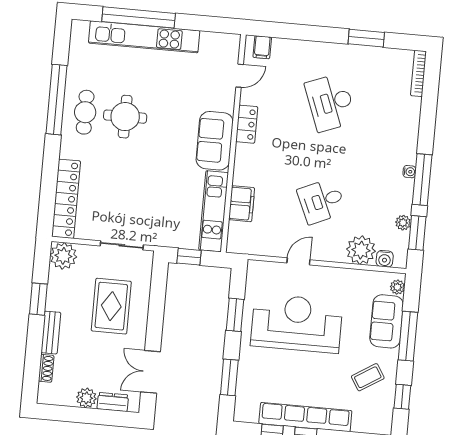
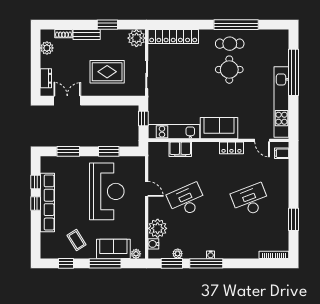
kitchen unit: (144, 37) -> (281, 102), moved
desk: (322, 201) -> (187, 200), width x1.37
plant: (86, 398) -> (47, 48), moved

